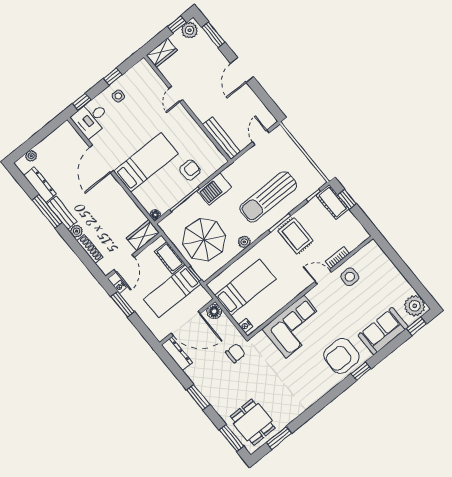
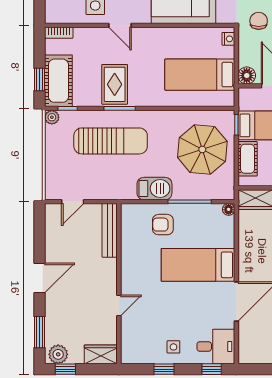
cot: (333, 202) -> (58, 81), width x1.37, depth x1.34
plant: (244, 242) -> (52, 117), moved
bookcase: (337, 257) -> (59, 33), moved
chair: (235, 353) -> (259, 21), turned 90

